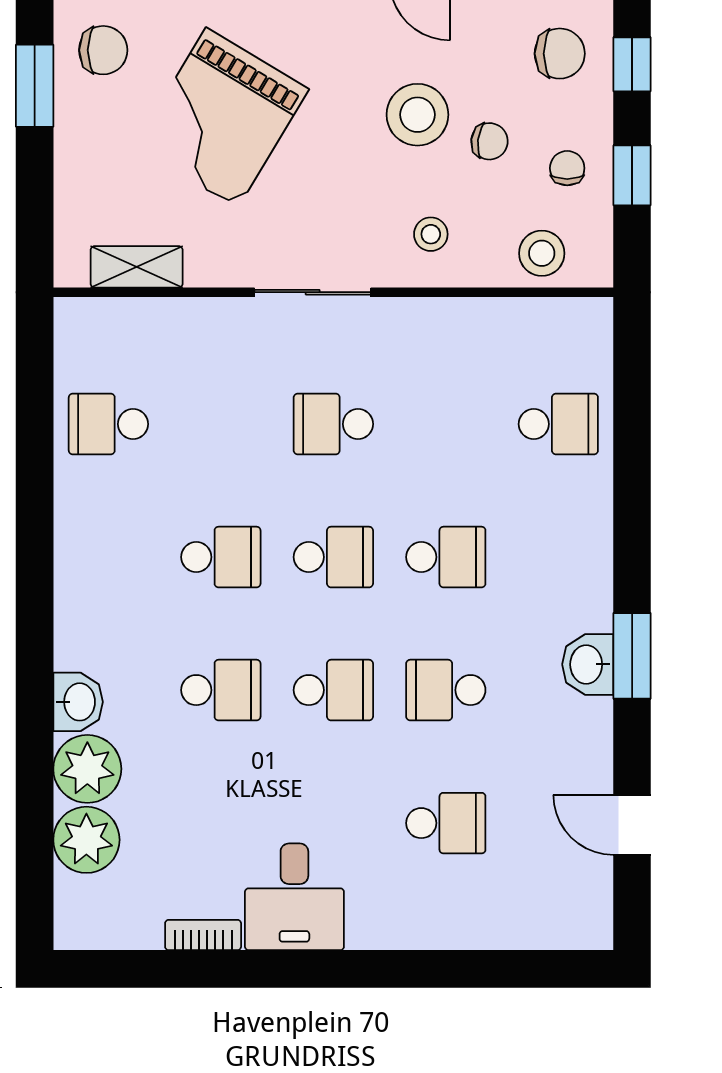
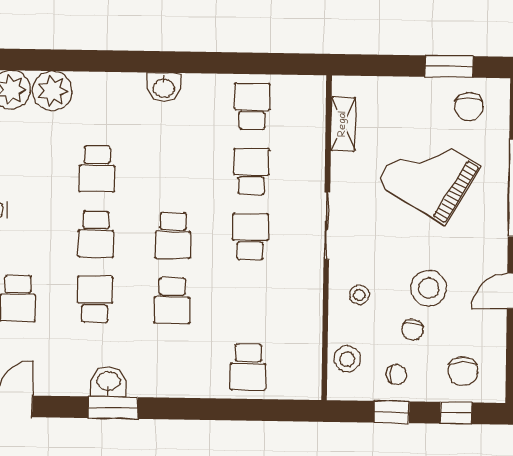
school desk: (221, 557) -> (251, 171), moved, turned 180
washbasin: (78, 702) -> (164, 87), moved

